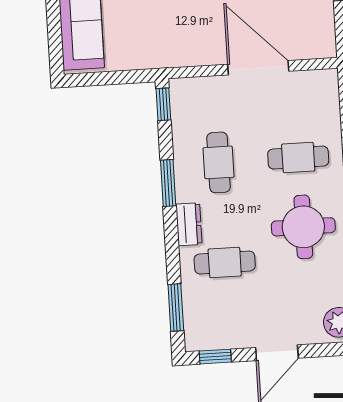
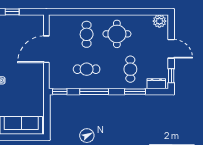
window: (168, 183) -> (94, 92), width x1.44
dresser: (189, 224) -> (156, 84), moved
window: (176, 308) -> (135, 92), moved

